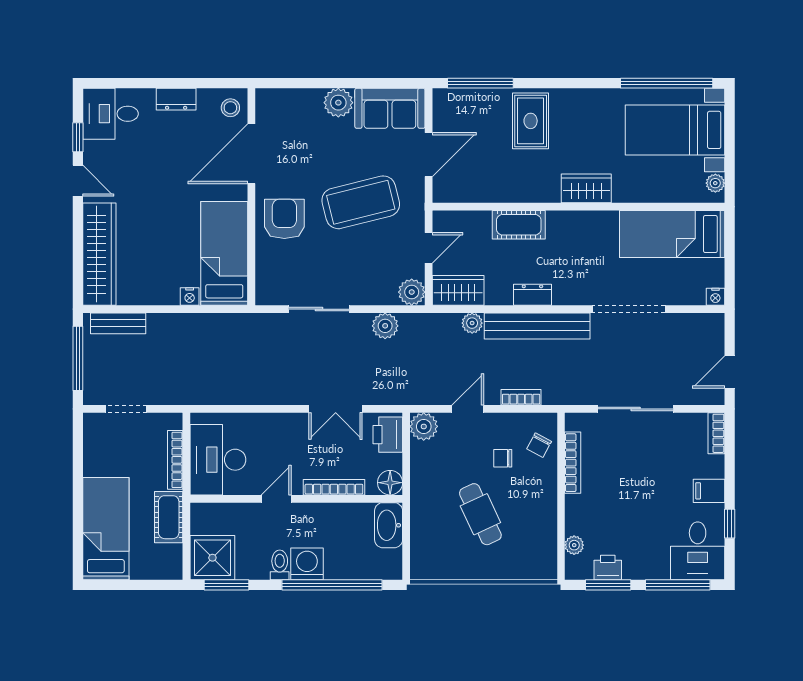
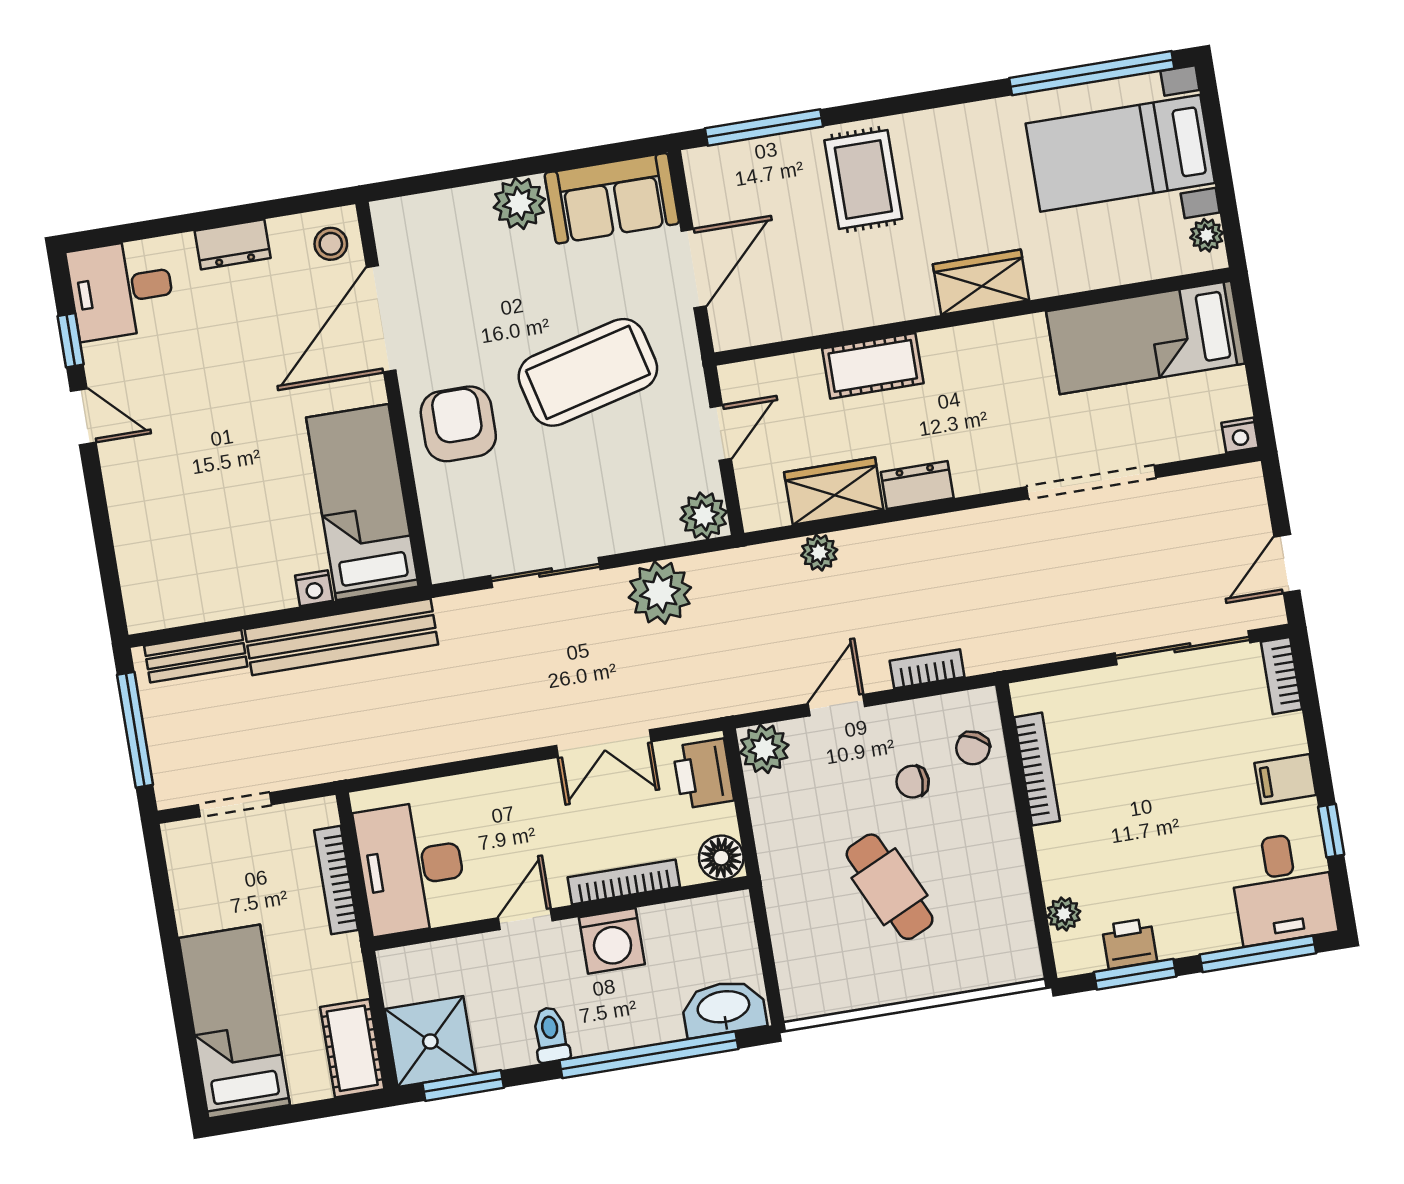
wardrobe: (99, 254) -> (143, 540), removed
wardrobe: (458, 290) -> (834, 491), moved
plant: (385, 326) -> (660, 593), width x1.36, depth x1.36
bench: (537, 326) -> (341, 637), moved
sliding door: (636, 409) -> (1182, 648), moved
cot: (169, 517) -> (352, 1048), moved
washbasin: (389, 525) -> (724, 1008), moved, turned 90
washing machine: (307, 564) -> (612, 941), moved, turned 180

